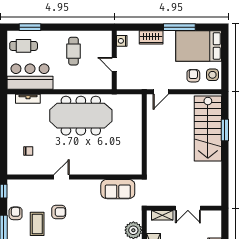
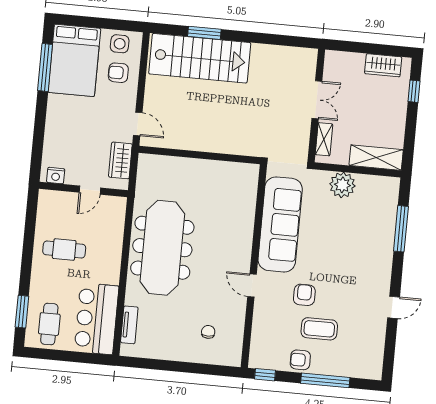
window: (179, 27) -> (45, 67), moved
wardrobe: (151, 37) -> (120, 160), moved, turned 180
sofa: (118, 189) -> (280, 224), width x1.85, depth x1.27

